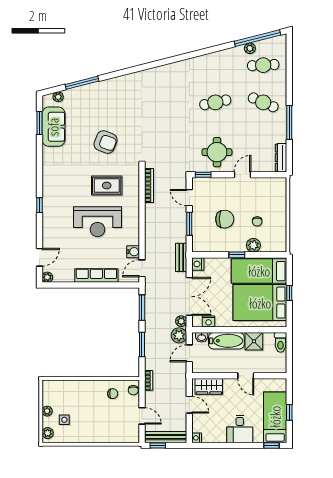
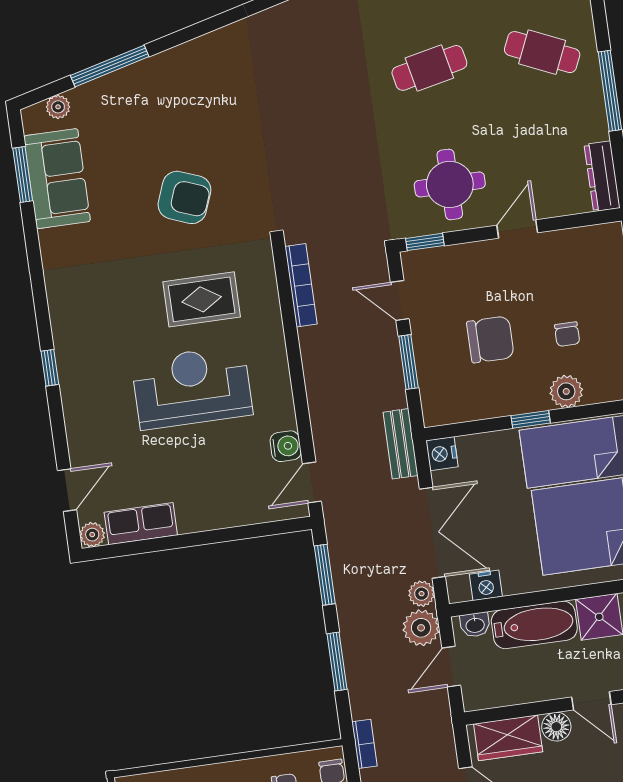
reception desk: (98, 222) -> (192, 387), turned 180
row of seats: (96, 276) -> (141, 524), moved, width x0.68
floor lamp: (230, 385) -> (556, 727), added

